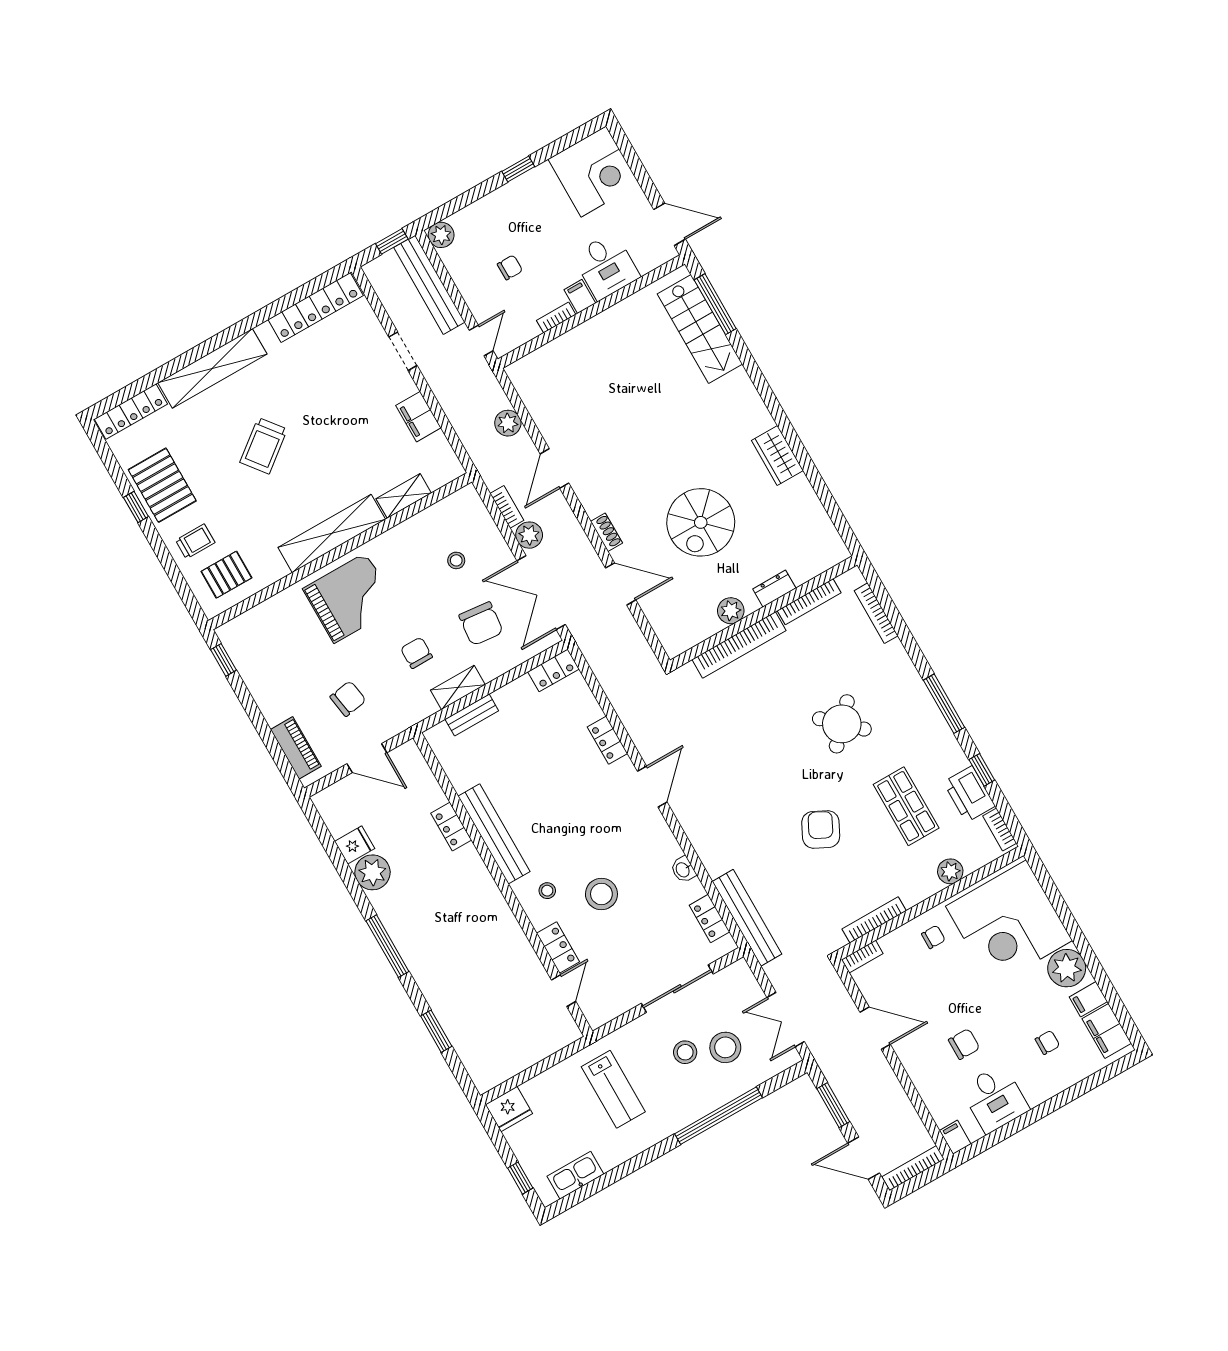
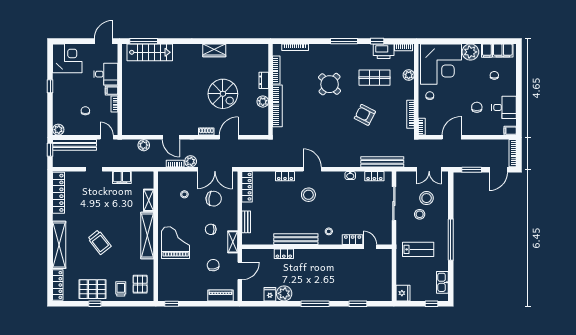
locker: (553, 670) -> (247, 187), width x1.53
shelving: (458, 687) -> (233, 242), moved
stool: (601, 894) -> (308, 195), moved
window: (719, 1116) -> (451, 240), moved

